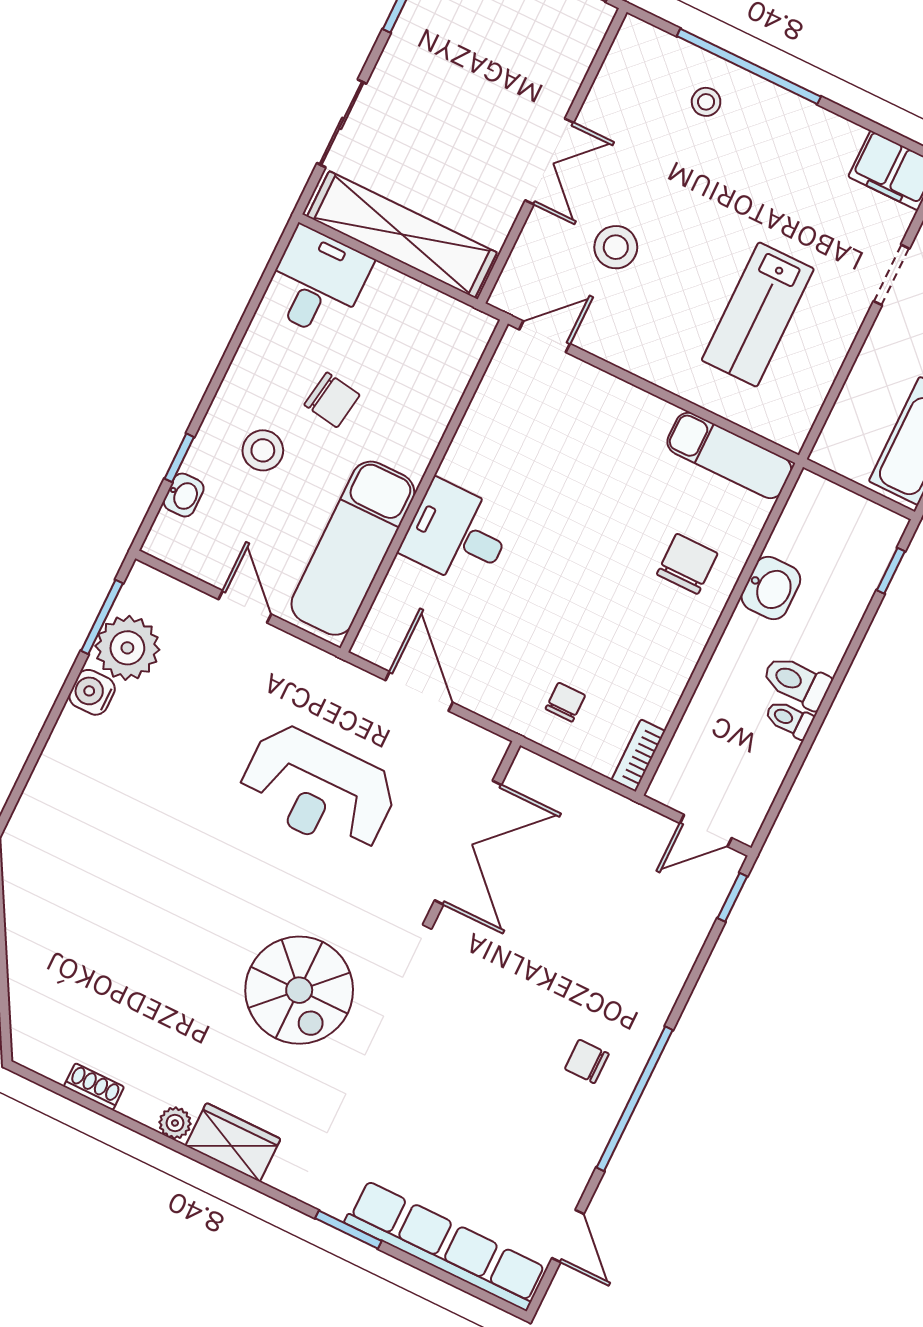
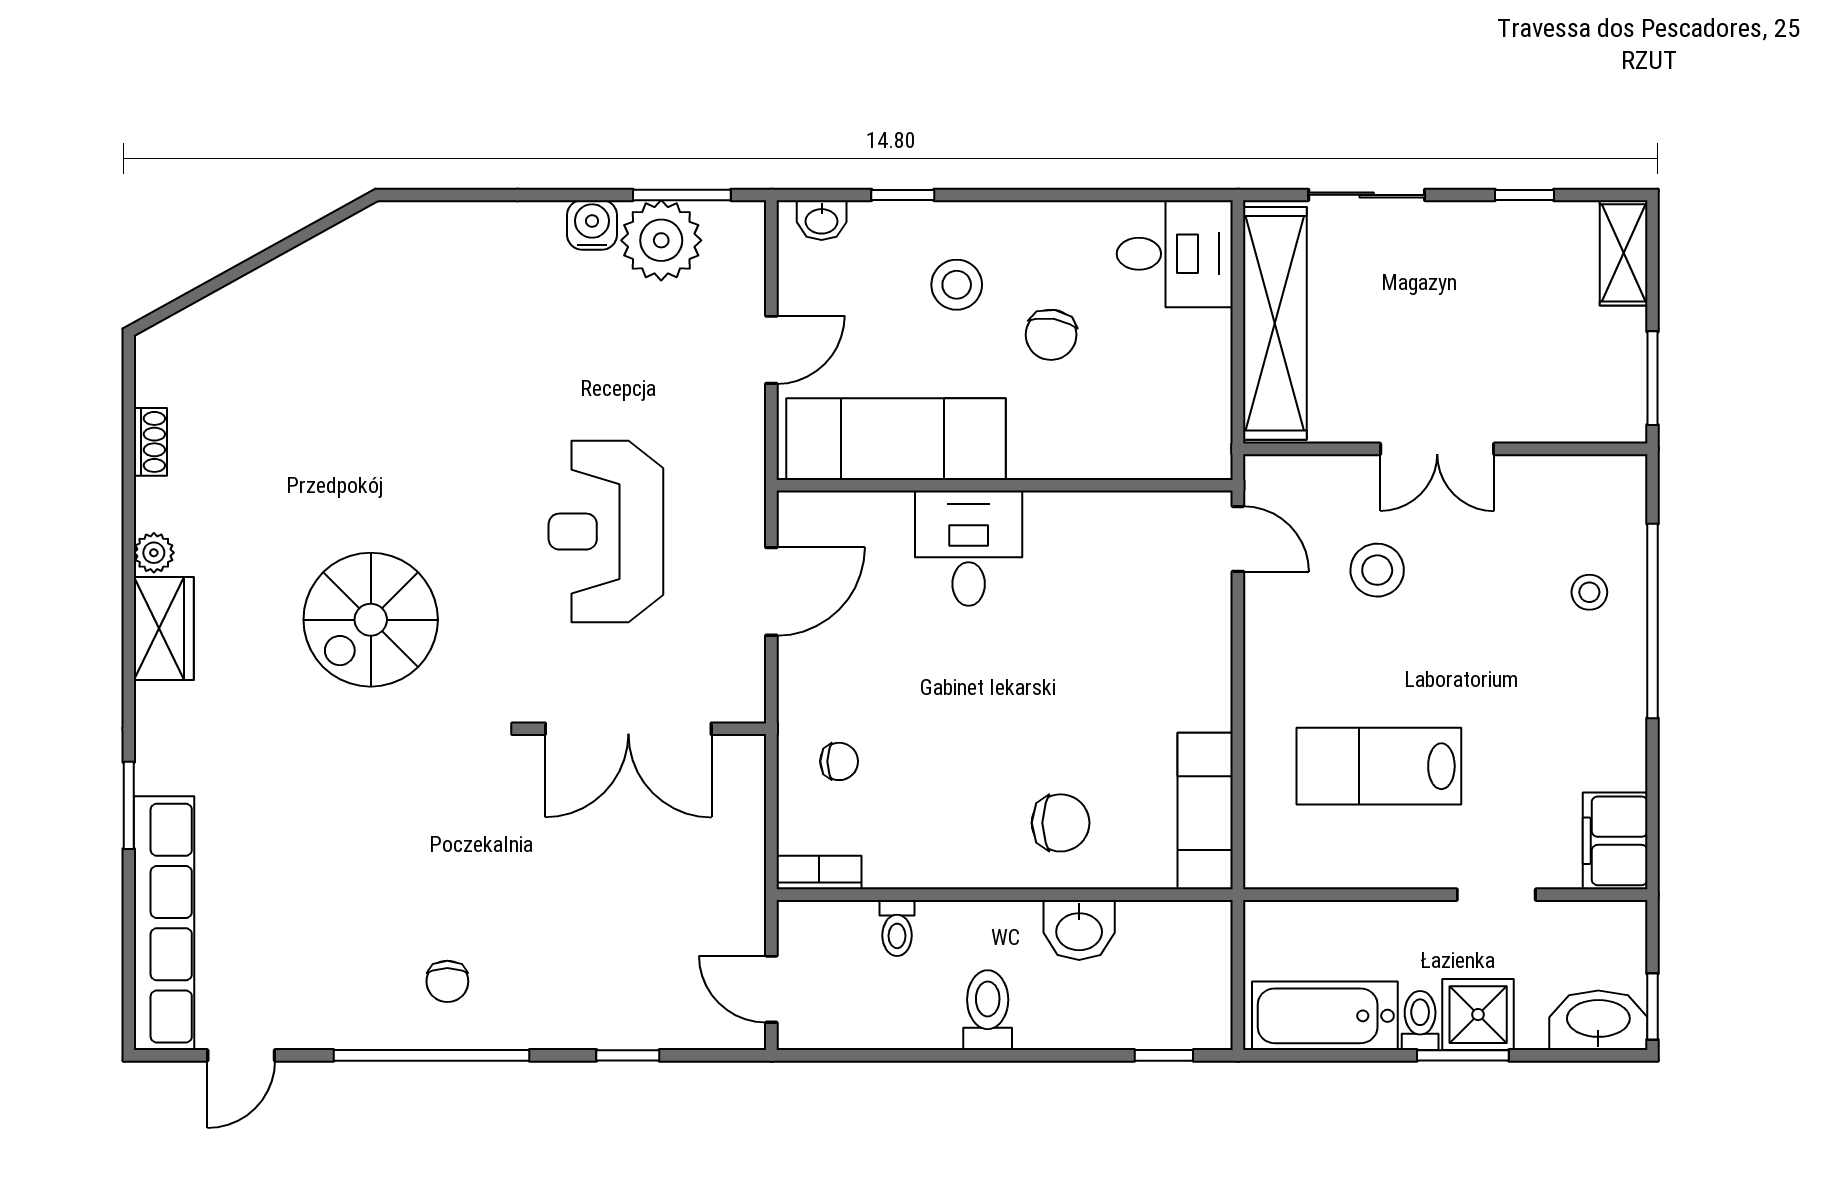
washbasin: (184, 495) -> (822, 220), moved
toilet: (789, 719) -> (897, 928), moved, turned 180
window: (732, 897) -> (628, 1055), moved
chair: (587, 1061) -> (447, 981), turned 180

